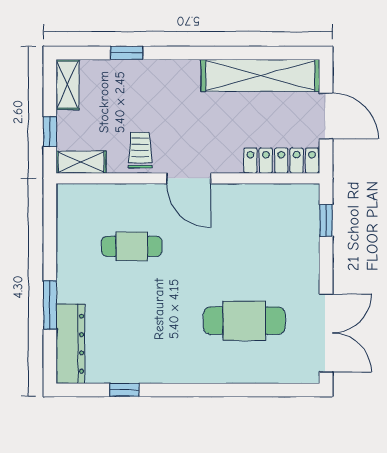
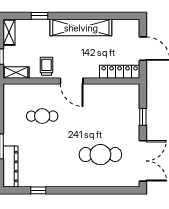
shelving: (260, 75) -> (81, 28), moved
window: (326, 220) -> (143, 117), moved

